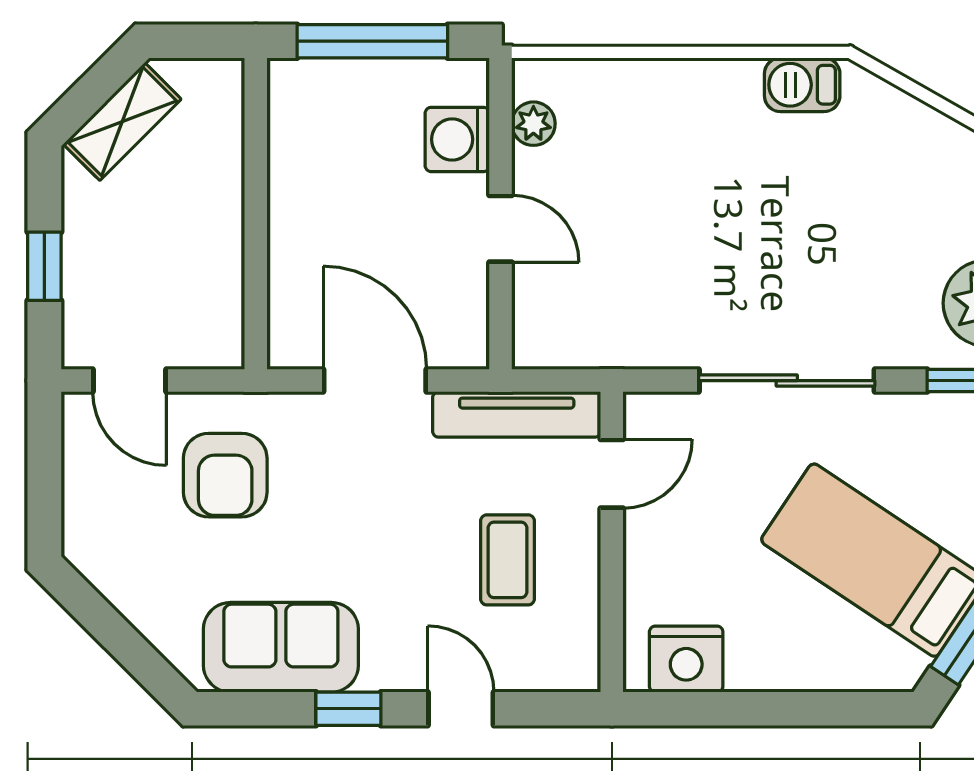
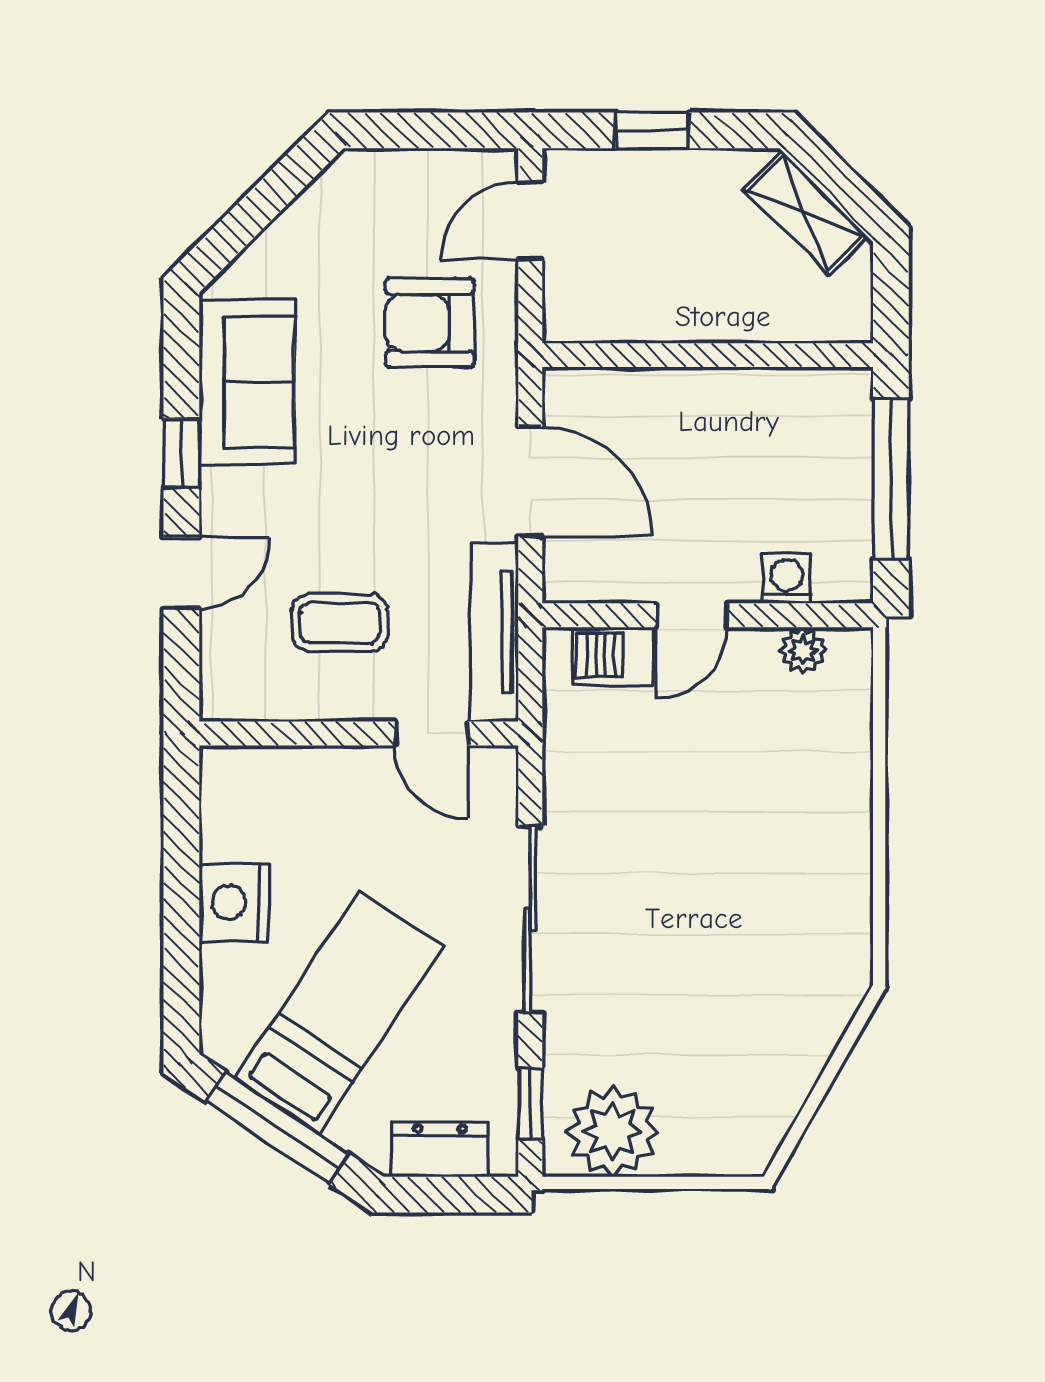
barbecue: (802, 85) -> (613, 656), moved, turned -90
washing machine: (457, 139) -> (787, 579), width x0.73, depth x0.73
door: (375, 381) -> (530, 482), hinge flipped
nightstand: (686, 659) -> (234, 902), moved

